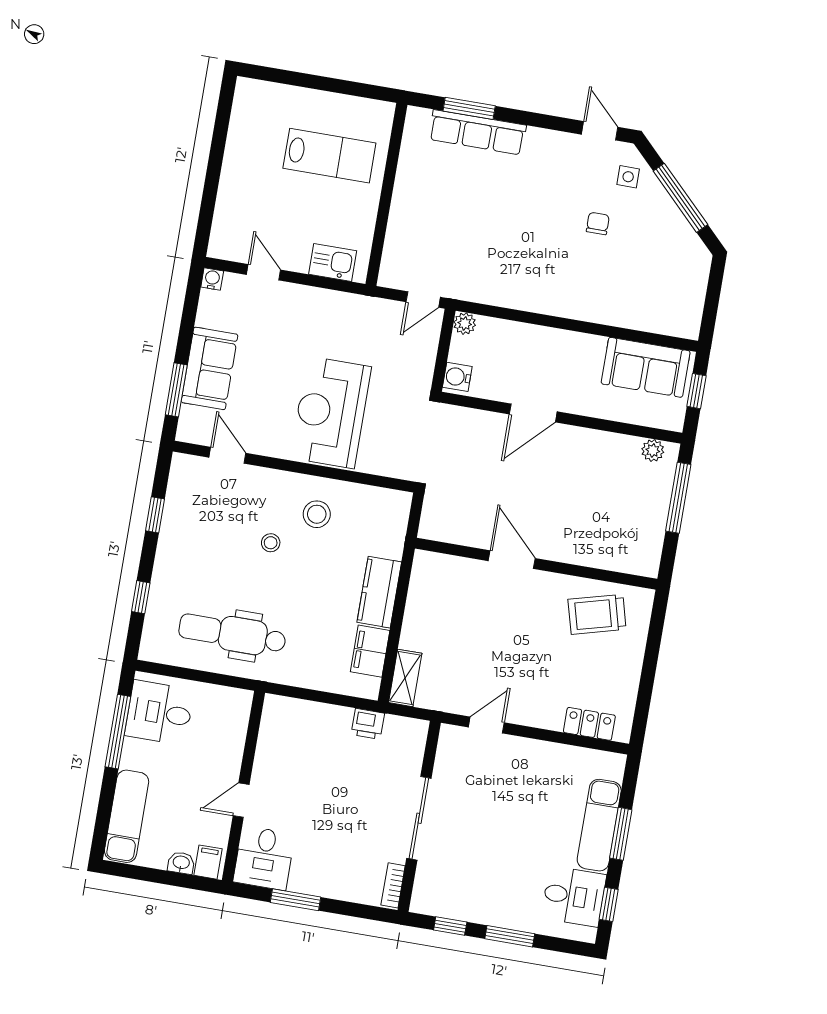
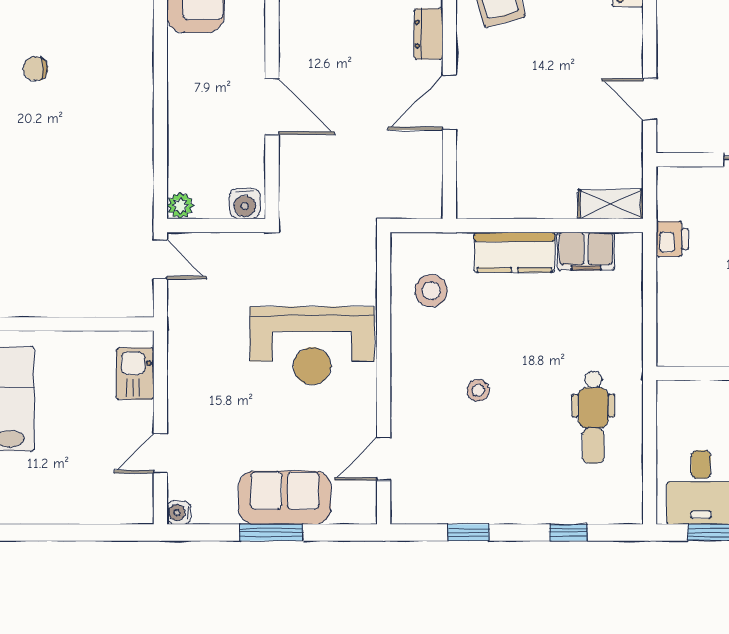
window: (176, 390) -> (271, 532), moved
stool: (317, 514) -> (431, 291), moved
dresser: (571, 552) -> (428, 34), added
dental chair: (232, 634) -> (593, 417), width x0.73, depth x0.72

